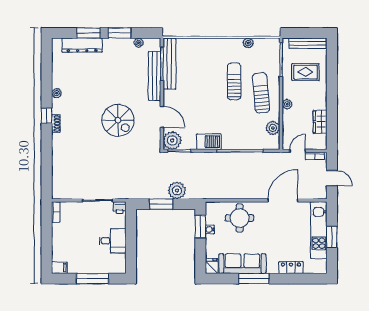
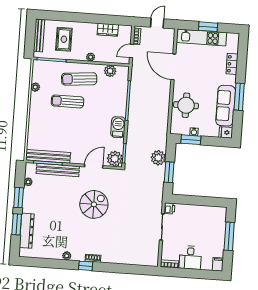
door: (298, 151) -> (131, 51), hinge flipped
desk: (113, 241) -> (190, 257), moved, turned 180

